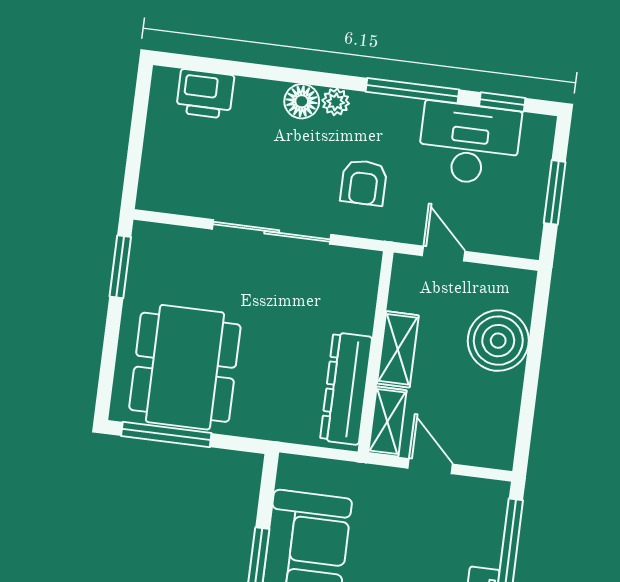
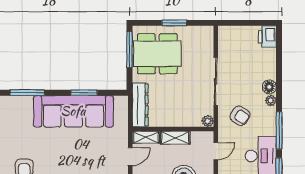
printer: (205, 94) -> (267, 37), moved
armchair: (364, 183) -> (240, 116), turned -147
plant: (367, 264) -> (208, 121), added
window: (120, 267) -> (174, 23), moved
dresser: (346, 389) -> (140, 105), moved, turned 90

